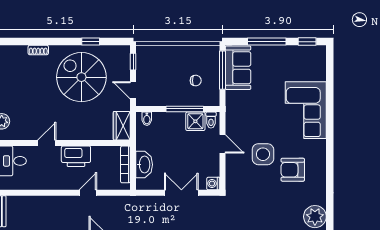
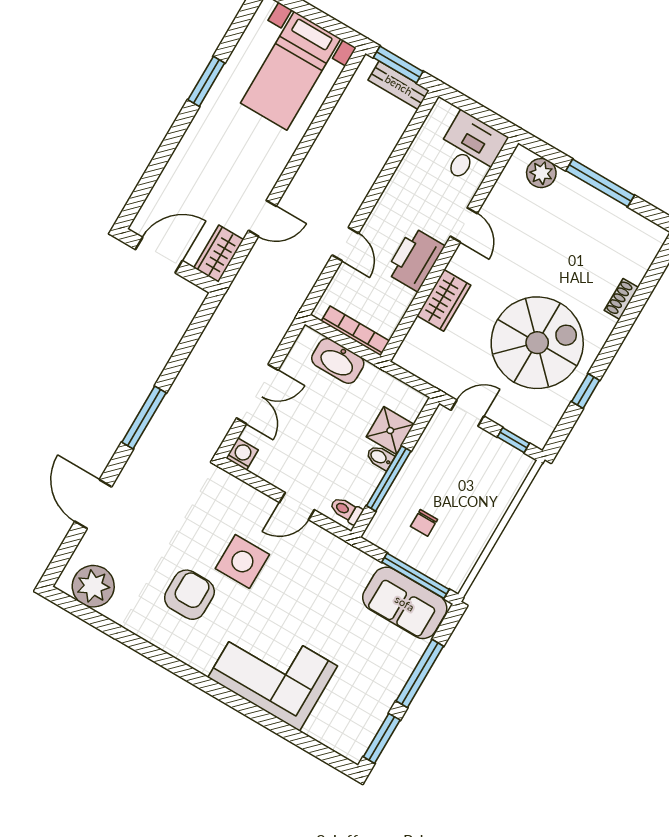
window: (307, 42) -> (382, 738), width x1.50
bidet: (147, 119) -> (380, 457), moved
shower: (195, 121) -> (390, 431), moved
wardrobe: (122, 126) -> (444, 300), moved, turned 90

